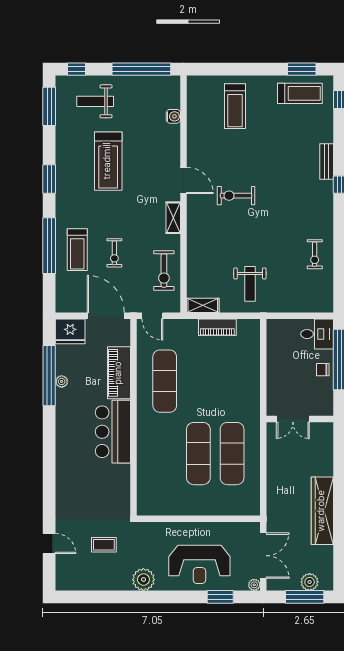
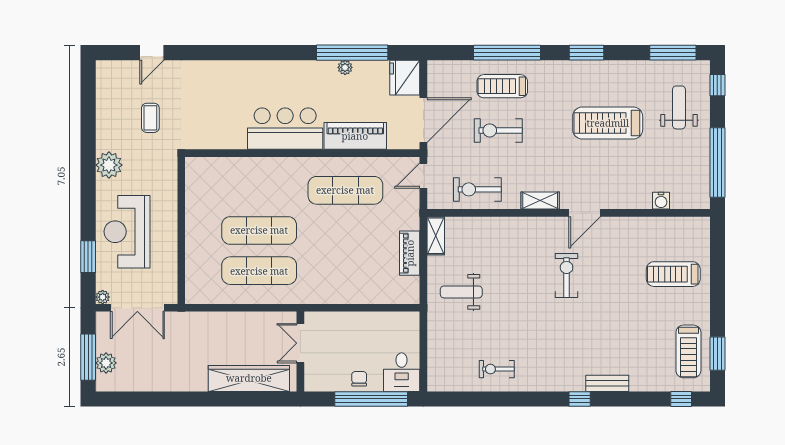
exercise bike: (114, 253) -> (498, 130), width x1.38, depth x1.39
wardrobe: (322, 511) -> (249, 378), moved

